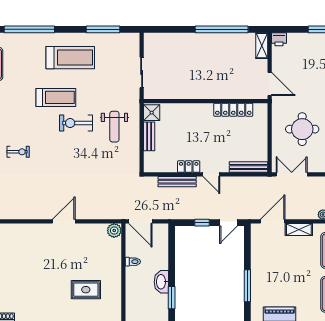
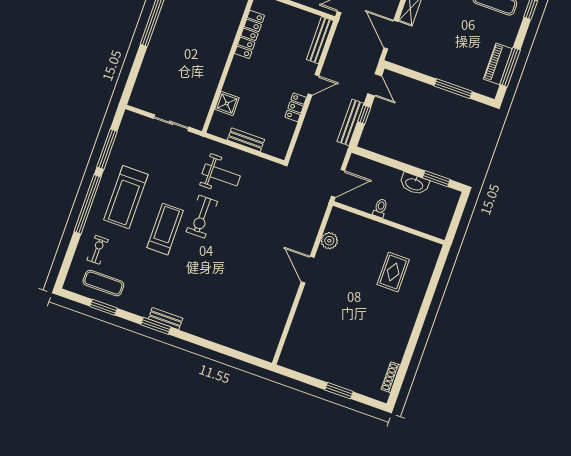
window: (29, 29) -> (87, 204), moved
treadmill: (70, 58) -> (126, 197), turned 180
shower: (152, 113) -> (227, 103), moved
exercise bike: (18, 152) -> (98, 250), moved
bench: (177, 182) -> (351, 122), moved
plant: (114, 230) -> (329, 241), moved

